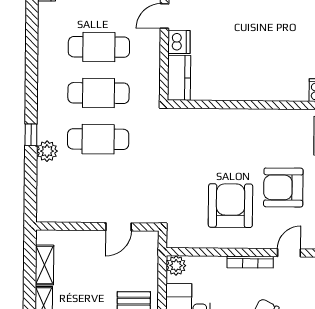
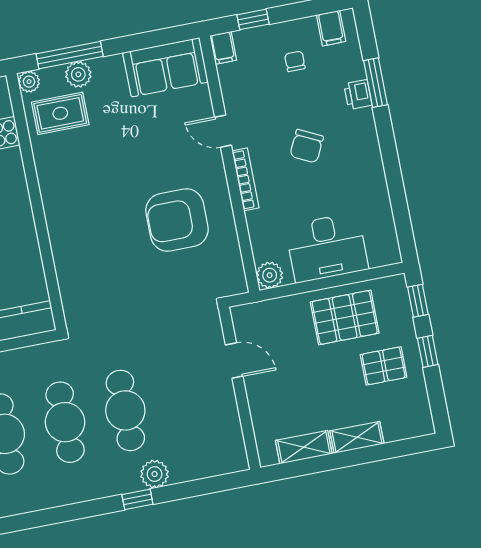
armchair: (283, 187) -> (139, 156), removed

